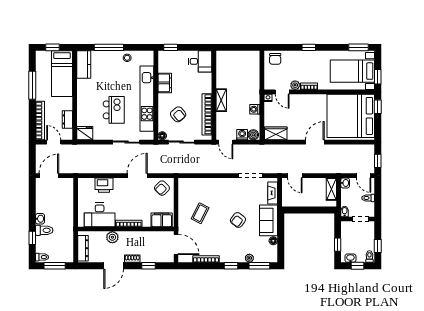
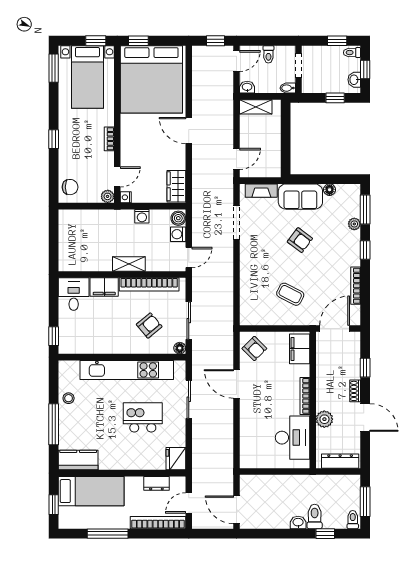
filing cabinet: (165, 83) -> (104, 287), moved, turned 180
plant: (295, 85) -> (108, 196), moved
printer: (104, 185) -> (250, 431), removed

